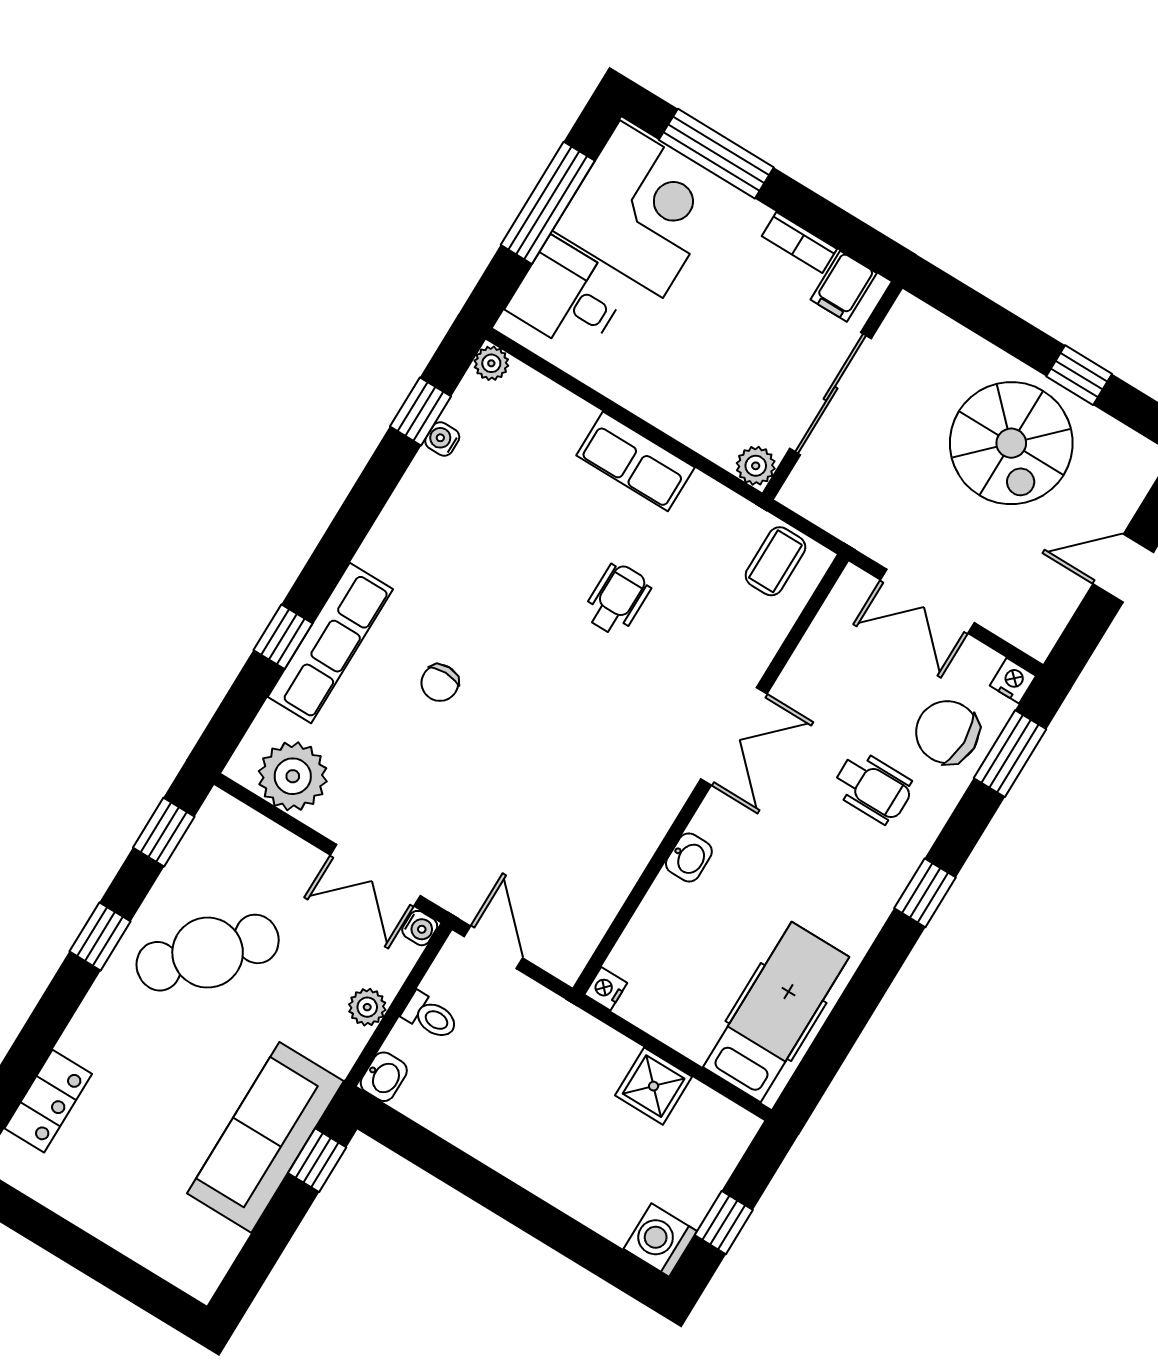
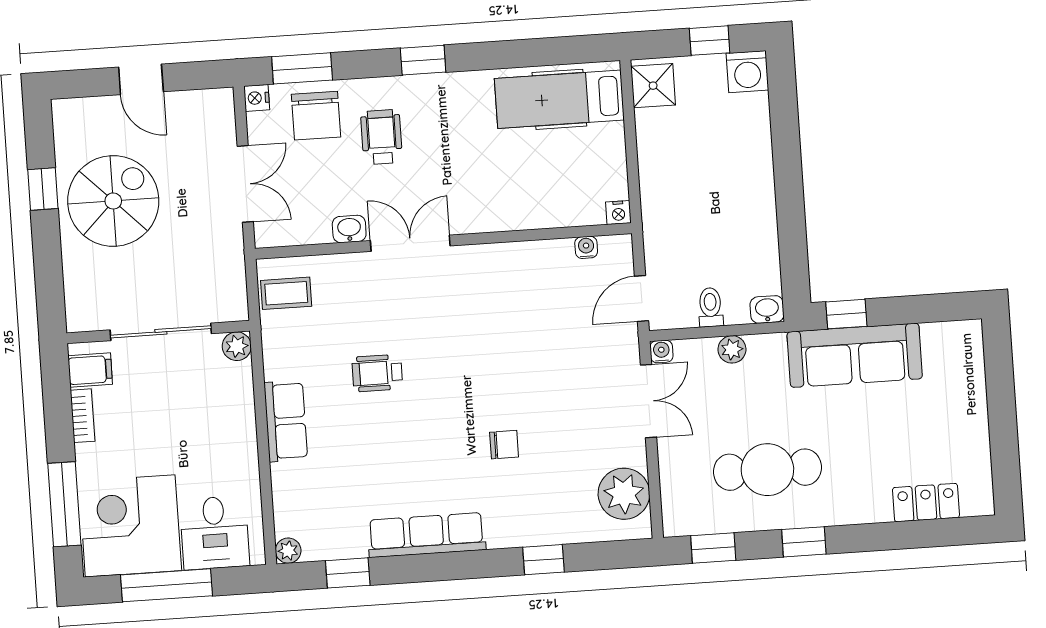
water cooler: (442, 439) -> (586, 247), moved, turned 180
row of seats: (330, 643) -> (426, 535), moved
washbasin: (689, 858) -> (349, 229), moved
cafe table: (208, 953) -> (767, 470), turned -43
shower: (654, 1086) -> (653, 86), moved

